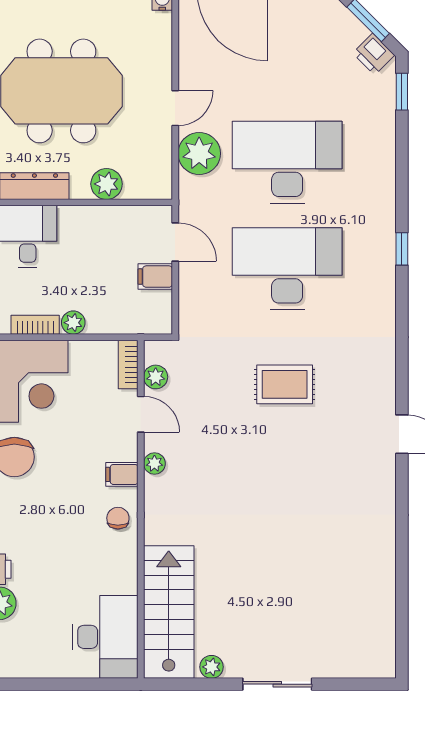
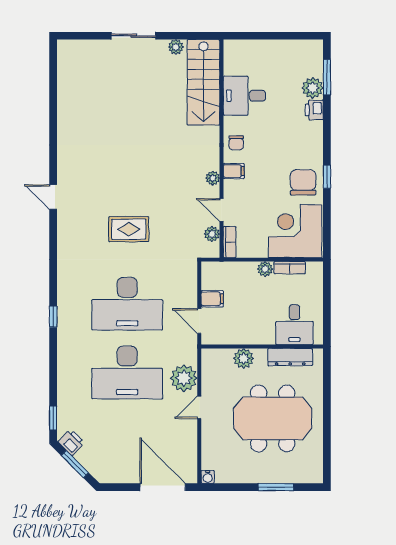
desk: (105, 637) -> (244, 96), moved, width x0.73

